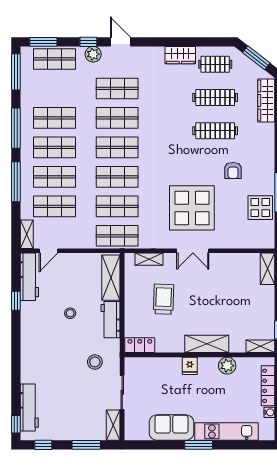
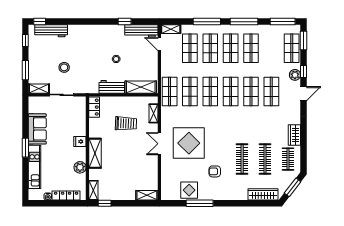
stool: (95, 362) -> (64, 67), moved

